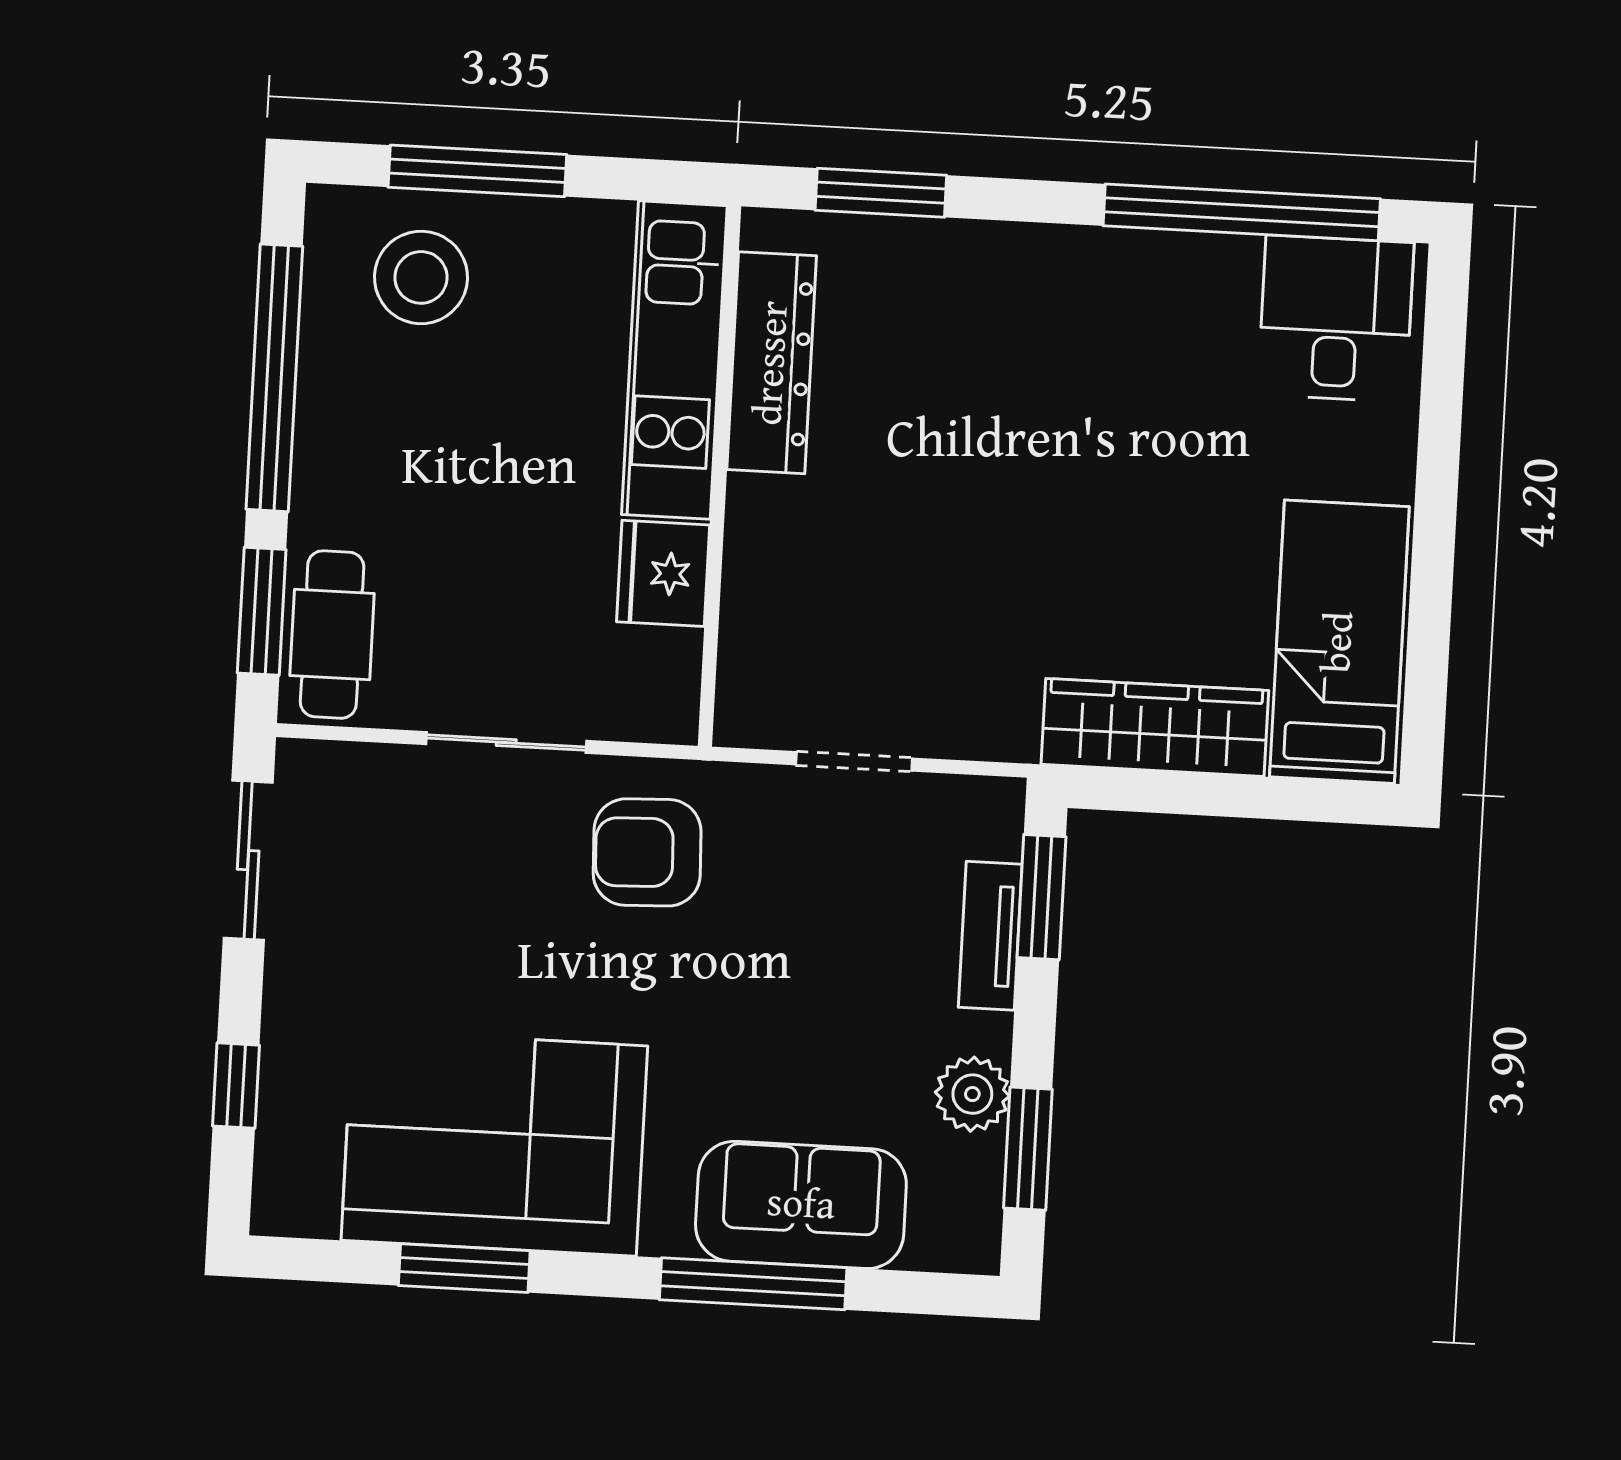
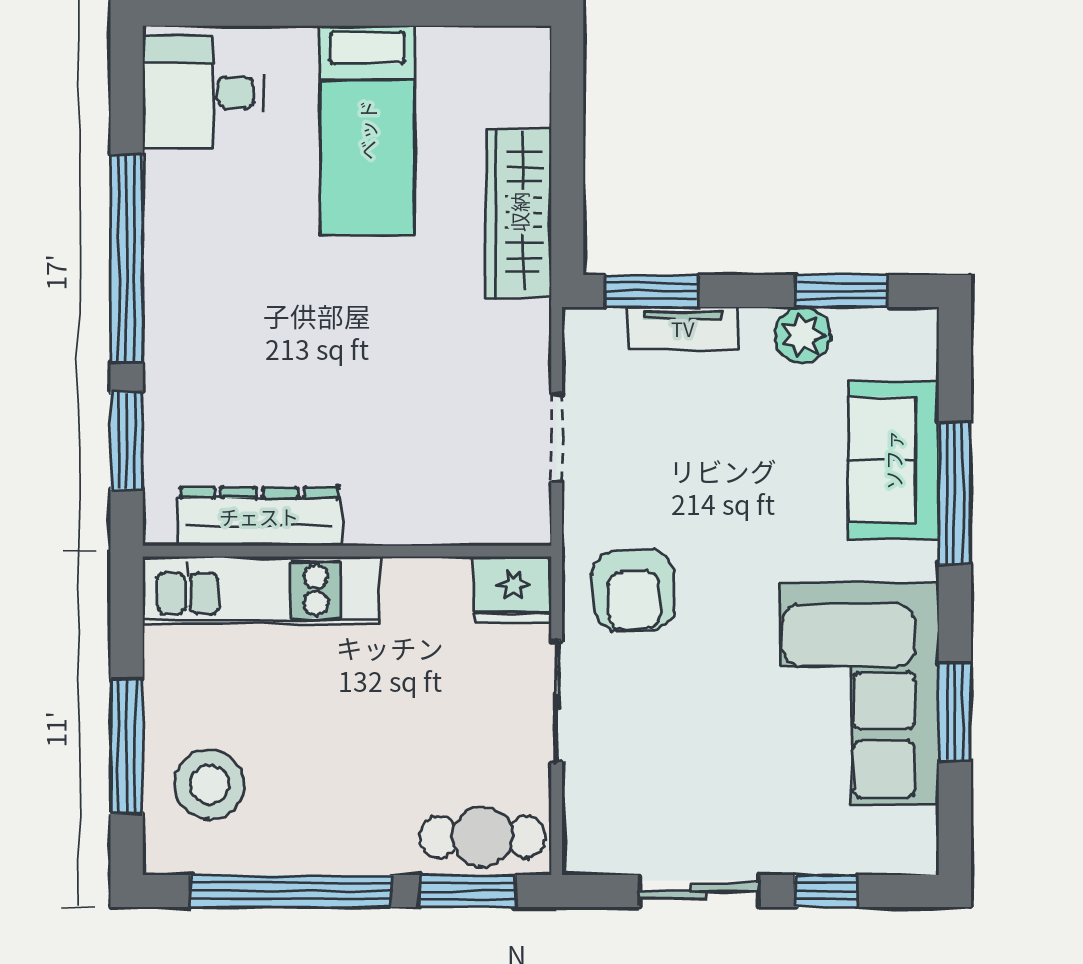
window: (1242, 212) -> (127, 259), moved
fridge: (663, 573) -> (513, 590), moved
bed: (1339, 642) -> (367, 130), moved, turned -90
sliding door: (248, 860) -> (699, 891), moved

